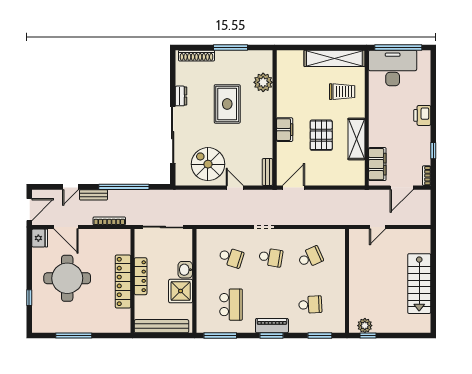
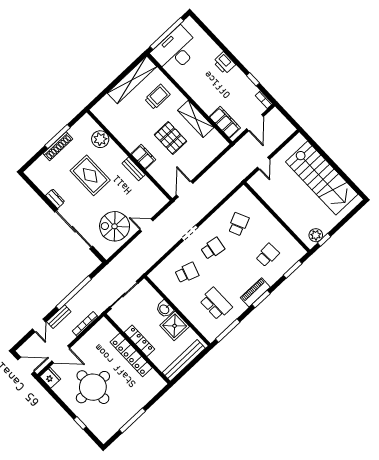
shoe rack: (196, 56) -> (58, 146), moved
bench: (267, 172) -> (134, 169), moved
door: (29, 210) -> (26, 366), hinge flipped
stairs: (419, 284) -> (322, 178), width x1.36, depth x1.51

